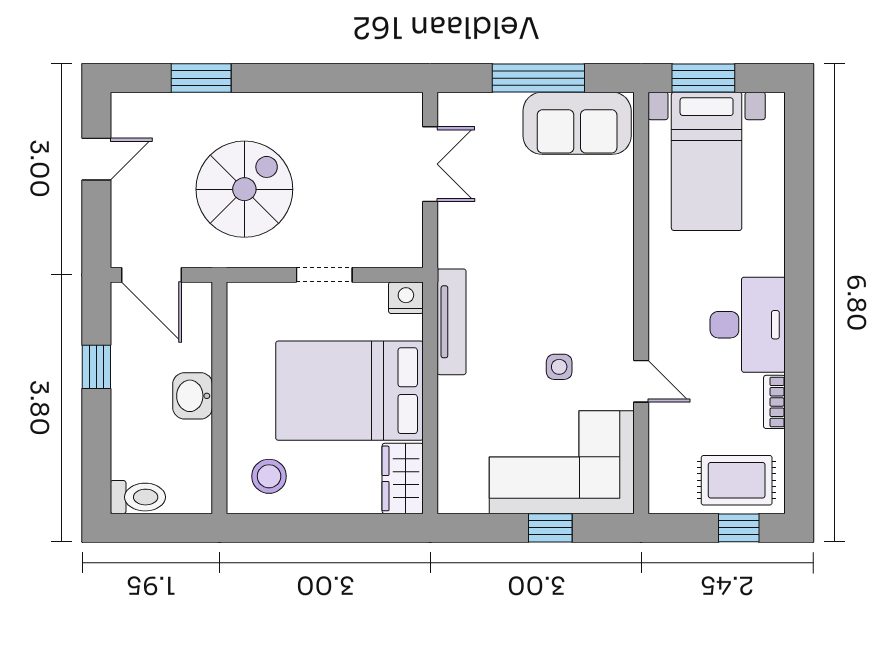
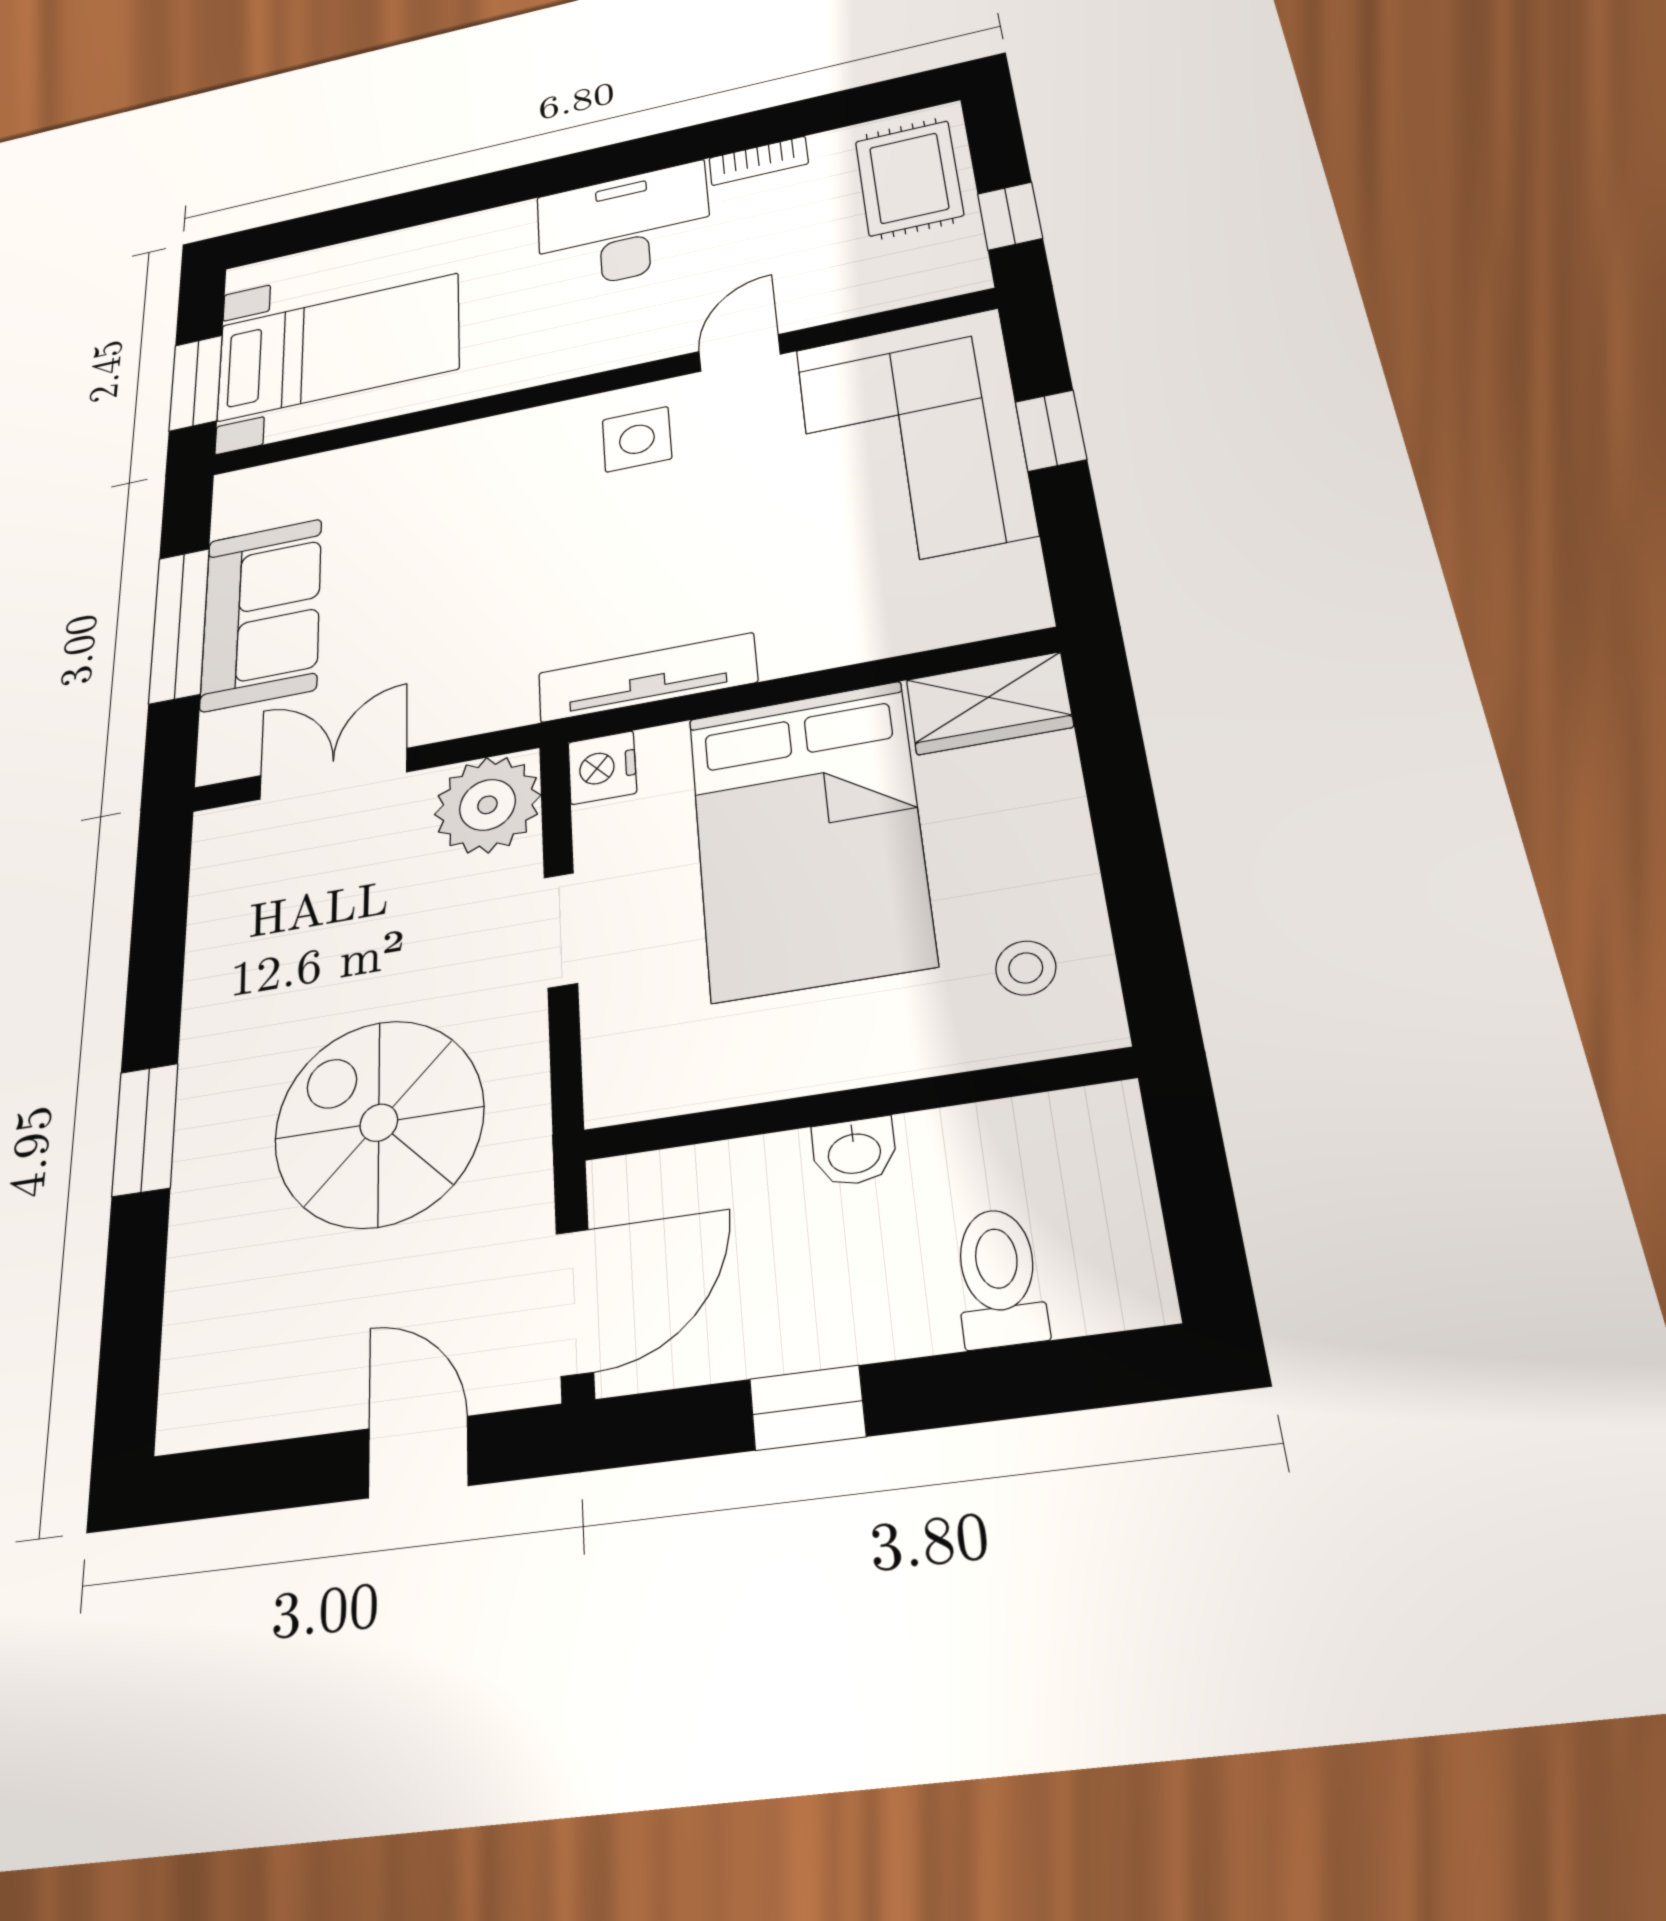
window: (201, 78) -> (145, 1129), moved
sofa: (577, 123) -> (262, 614), moved
door: (96, 159) -> (418, 1457), moved
plant: (397, 242) -> (487, 805), added
side table: (559, 367) -> (637, 439), moved, width x1.37, depth x1.37
washbasin: (193, 396) -> (854, 1152), width x0.72, depth x0.69
stool: (269, 476) -> (1026, 968), width x0.73, depth x0.73
toilet: (138, 497) -> (999, 1277), moved
window: (739, 528) -> (1010, 216), moved

